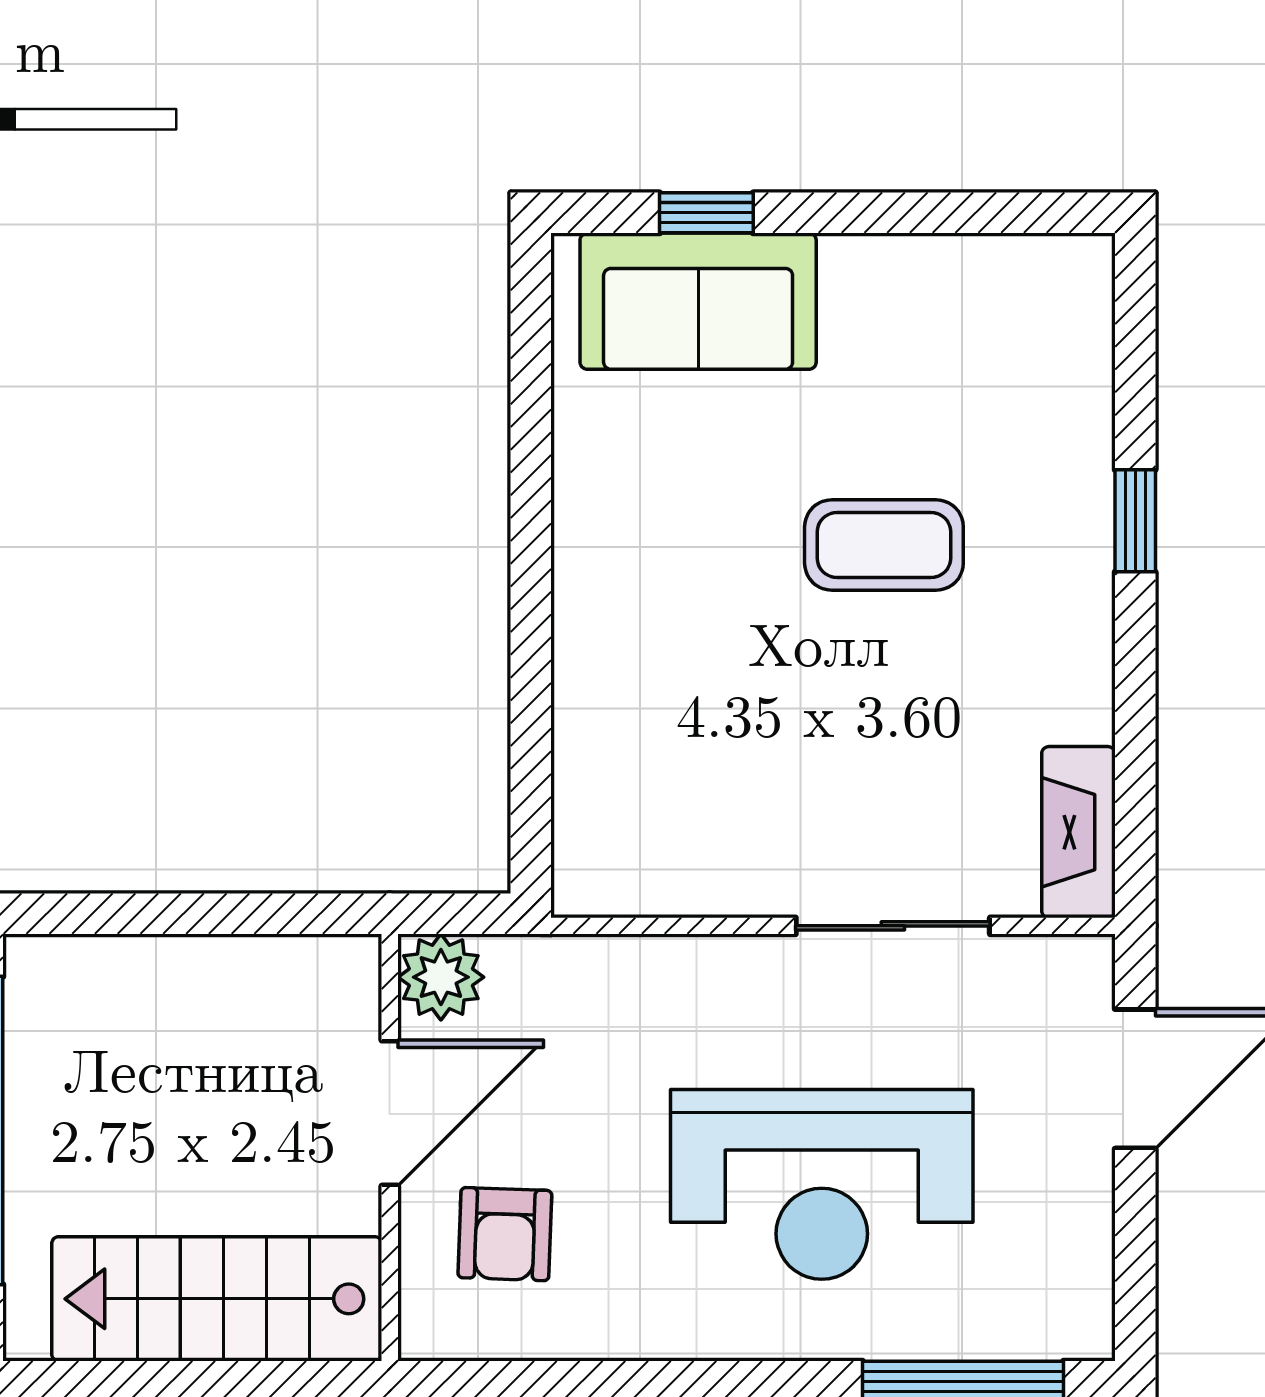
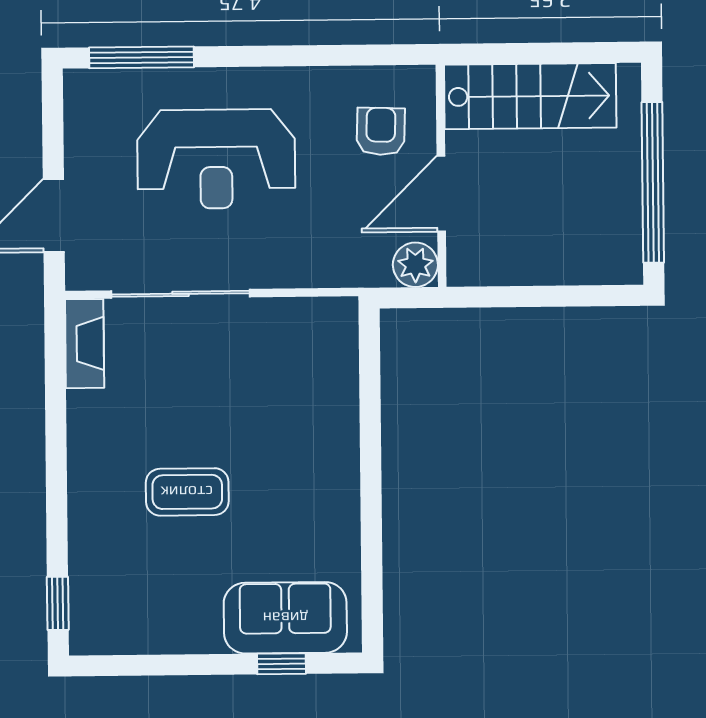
window: (1135, 521) -> (58, 603), moved
sliding door: (893, 926) -> (181, 294), width x1.37
reception desk: (822, 1184) -> (216, 159), turned 180

